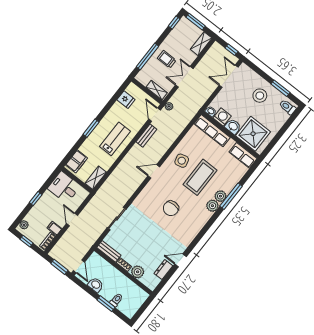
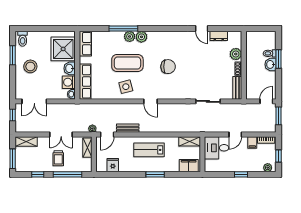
window: (174, 23) -> (38, 174), moved
desk: (64, 187) -> (217, 148), moved, turned 90
washbasin: (96, 285) -> (270, 64), moved

